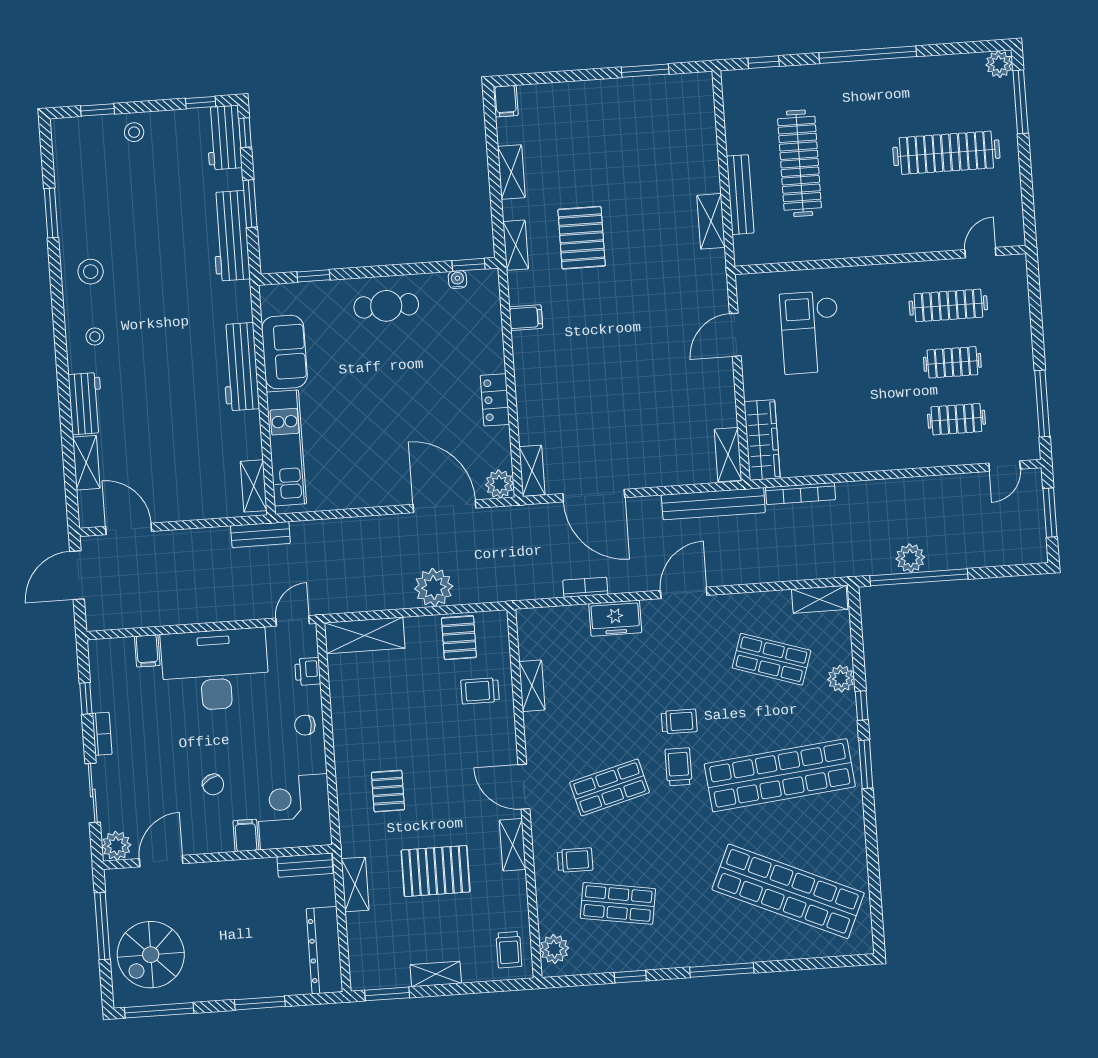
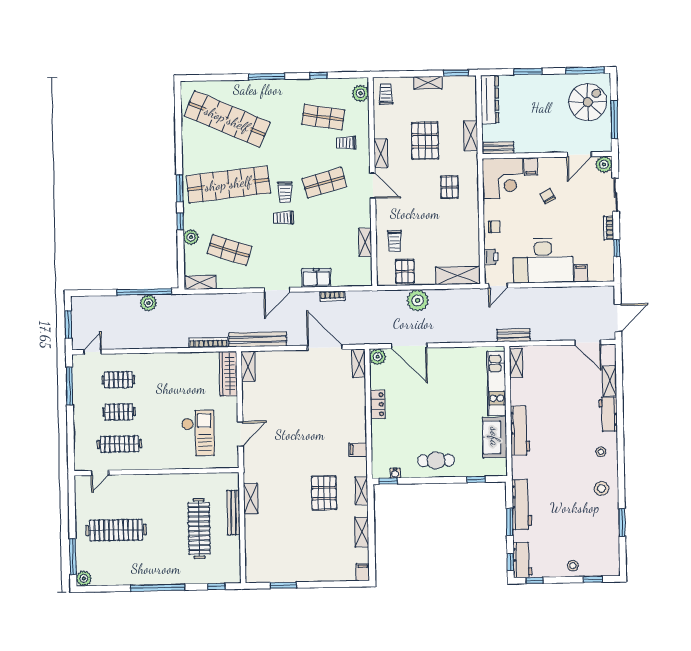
trolley: (480, 691) -> (395, 241), turned 90
pallet: (436, 871) -> (425, 141), turned 90

